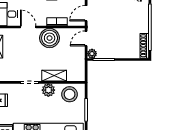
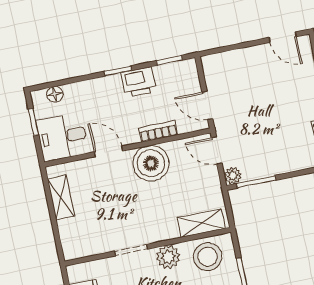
door: (86, 13) -> (207, 105), hinge flipped
door: (86, 38) -> (217, 151), hinge flipped
shelving: (54, 76) -> (201, 223), moved

